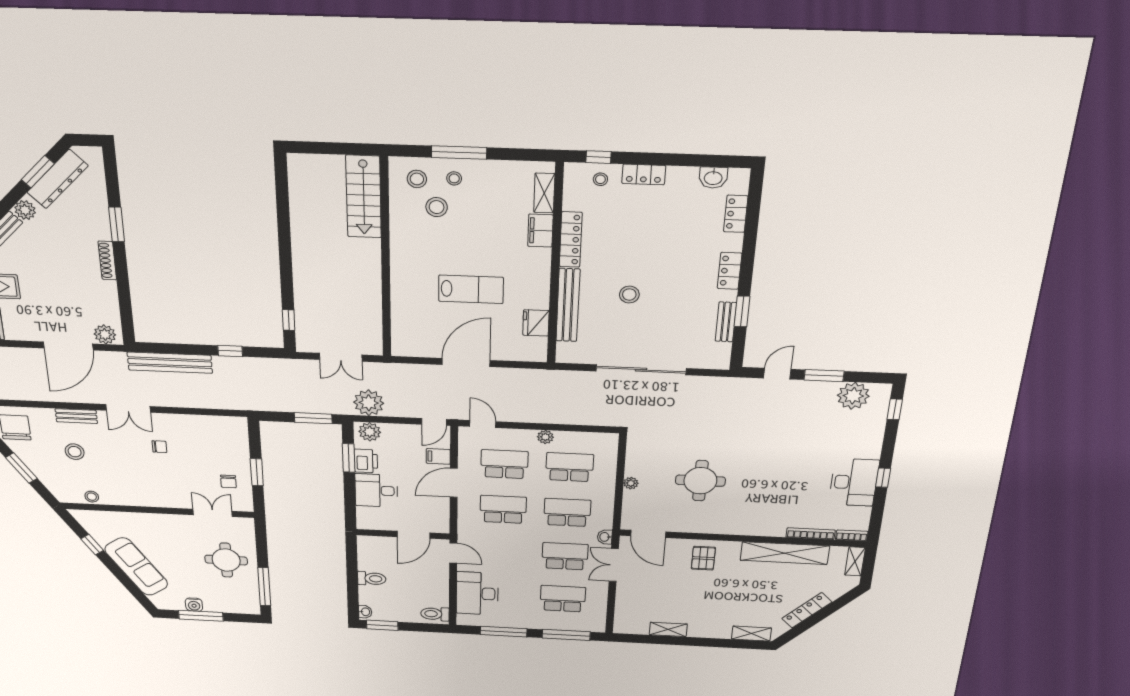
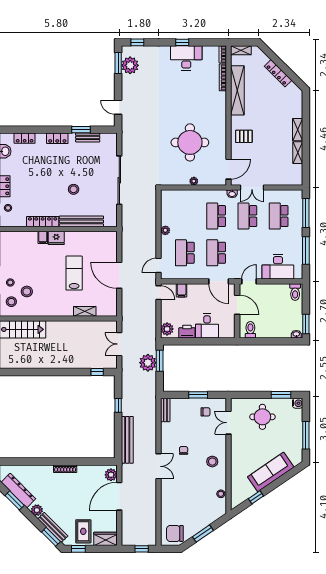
shelving: (544, 193) -> (85, 311), moved
window: (117, 224) -> (43, 462), removed
filing cabinet: (540, 231) -> (43, 237), width x0.50
fridge: (536, 323) -> (56, 238), moved
door: (68, 346) -> (119, 496), swing flipped
double door: (341, 357) -> (119, 344), swing flipped
window: (824, 376) -> (118, 63), moved
plant: (369, 403) -> (148, 363), moved
bench: (76, 416) -> (165, 410), moved
stool: (75, 452) -> (212, 462), moved
window: (349, 458) -> (185, 341), removed
school desk: (570, 467) -> (185, 216), removed
round table: (700, 481) -> (190, 142), width x1.36, depth x1.36
door: (454, 483) -> (219, 281), moved
toilet: (372, 579) -> (250, 330), moved
window: (264, 587) -> (281, 395), width x0.69
water cooler: (194, 605) -> (298, 403), moved
shelving: (751, 634) -> (298, 130), moved

